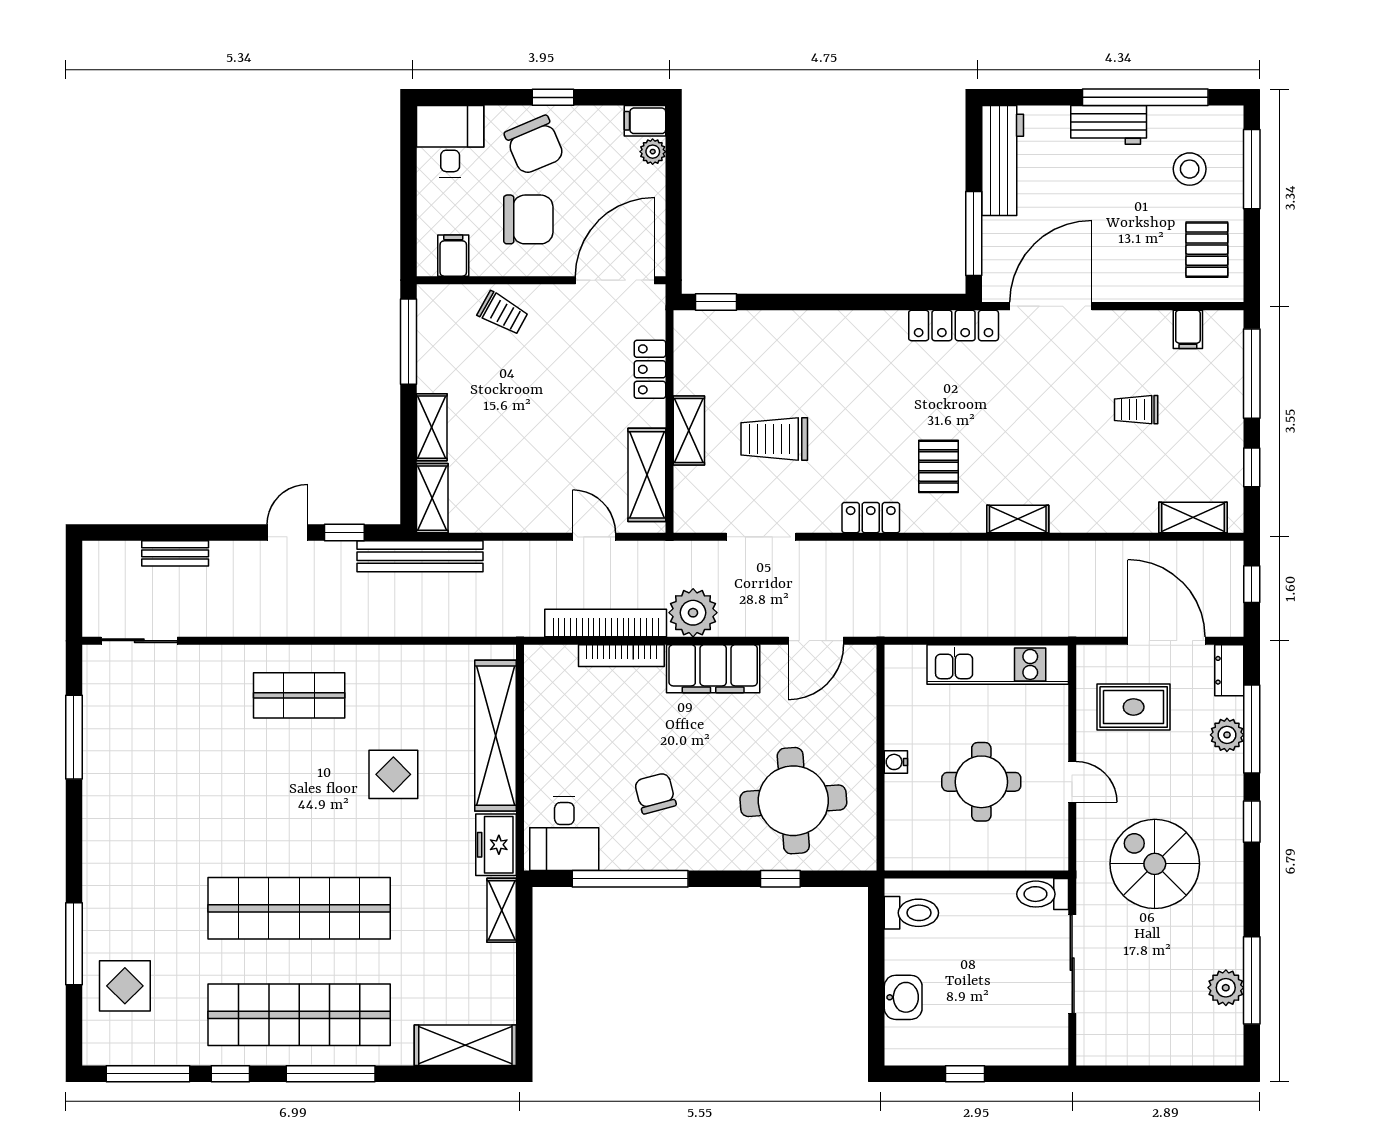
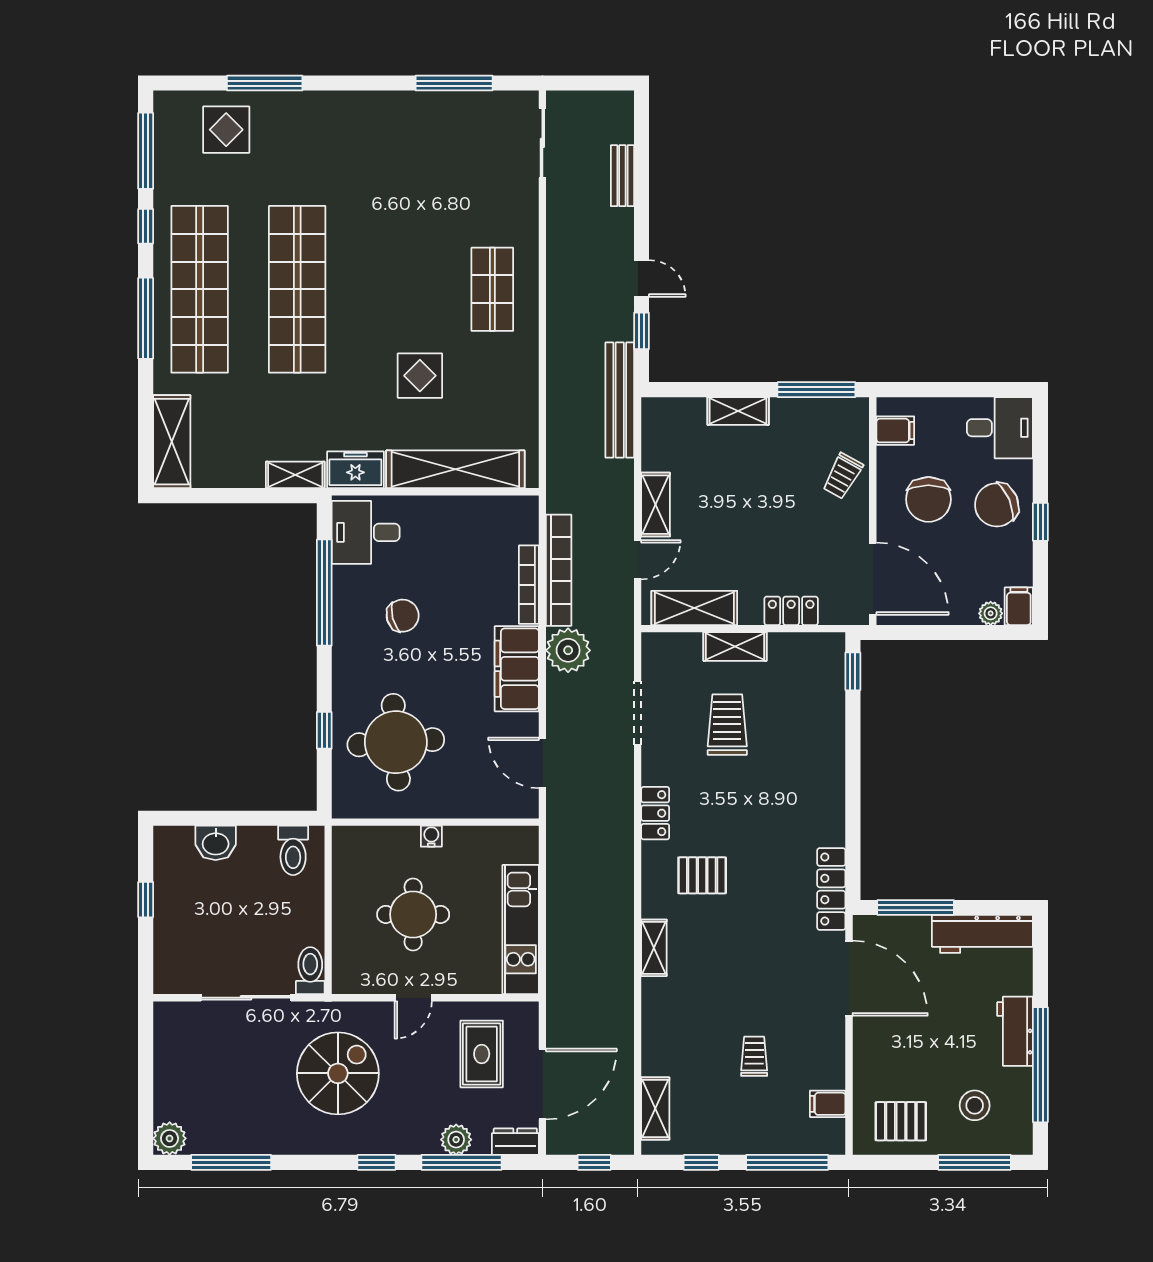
shelving: (432, 498) -> (656, 505), moved, turned 90
plant: (1226, 988) -> (170, 1138), moved

